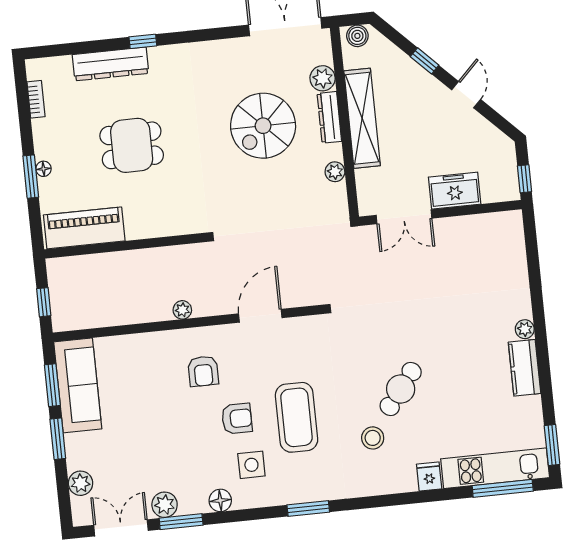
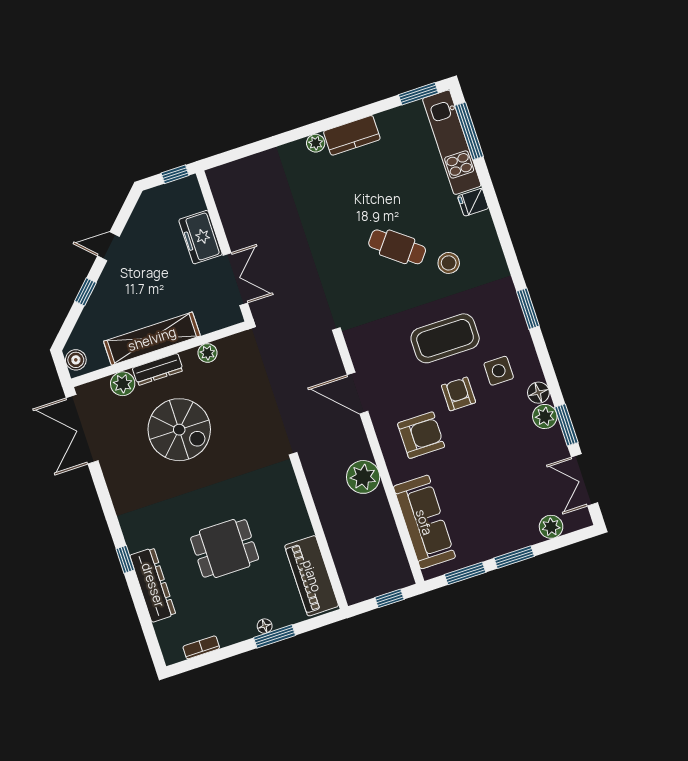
dining table: (132, 145) -> (225, 548), turned 90
plant: (182, 310) -> (363, 477), width x1.88, depth x1.88
armchair: (203, 371) -> (421, 435), width x1.38, depth x1.38
sofa: (78, 385) -> (424, 522), moved, turned 90
plant: (165, 505) -> (545, 416), moved

